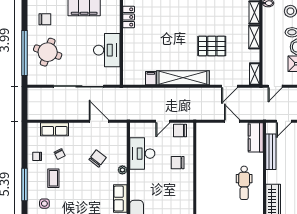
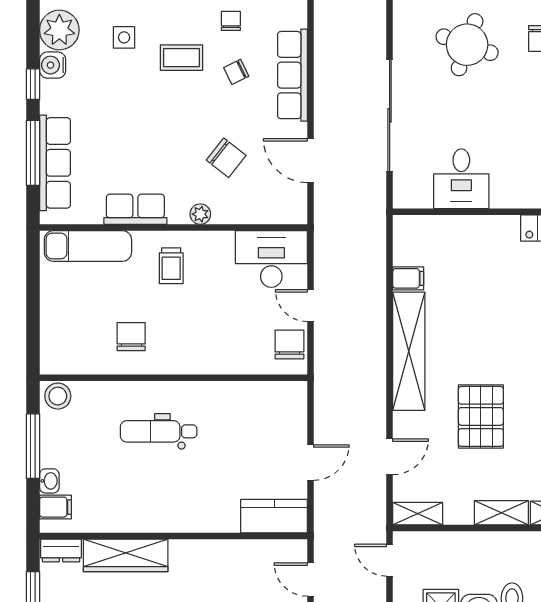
desk: (107, 50) -> (461, 179), width x0.73
door: (230, 86) -> (390, 457), swing flipped
door: (99, 121) -> (310, 161), swing flipped
row of seats: (54, 129) -> (292, 75), width x1.48
bench: (271, 152) -> (241, 550), removed
desk: (142, 154) -> (271, 259), moved
chair: (178, 163) -> (131, 337), moved
trolley: (145, 183) -> (171, 266), added
dental chair: (244, 183) -> (159, 431), moved

